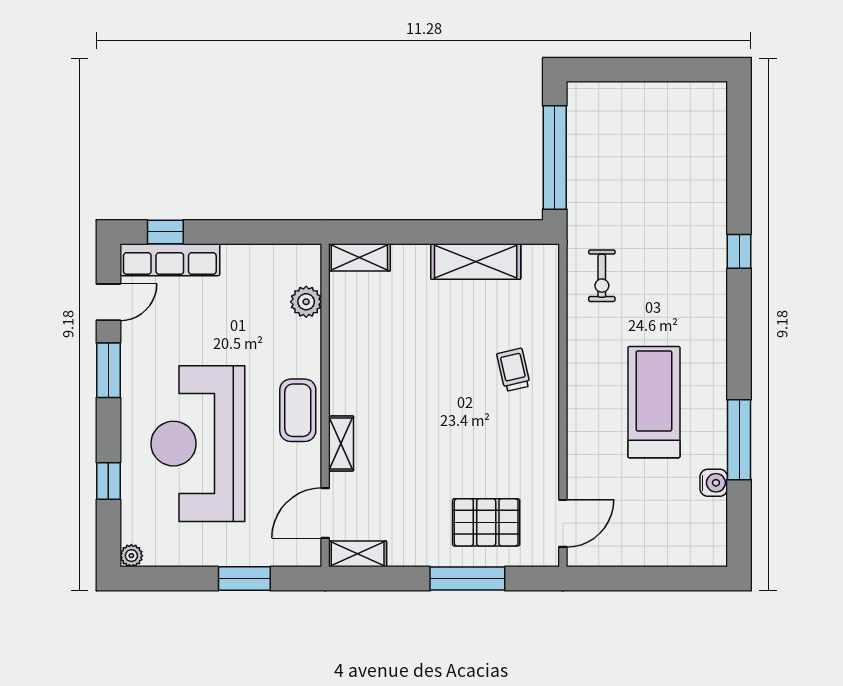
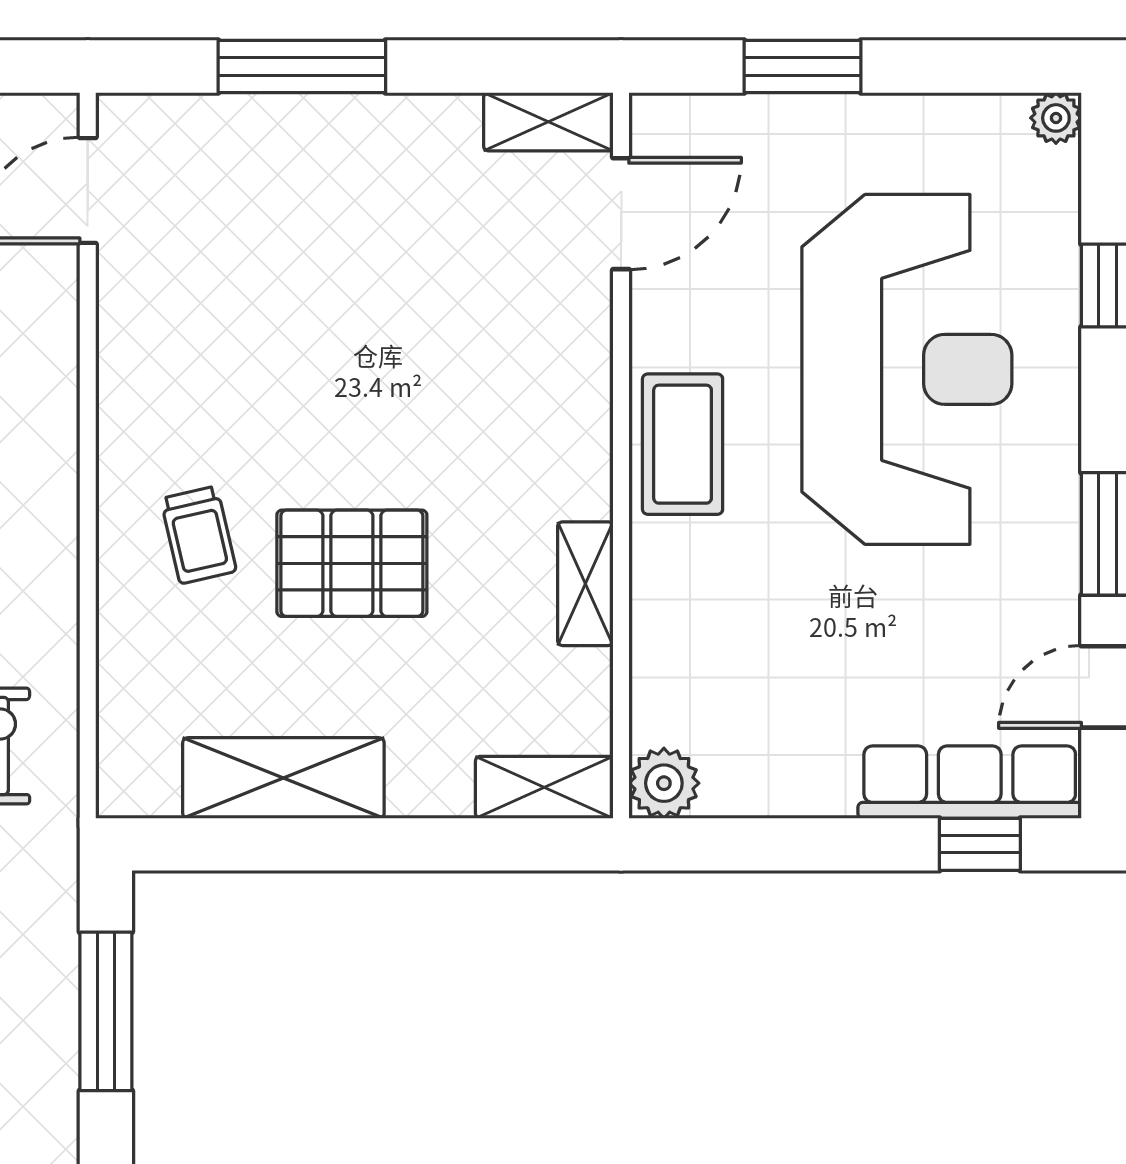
window: (555, 157) -> (106, 1011), width x0.68
plant: (306, 302) -> (664, 783), moved
shelving: (341, 443) -> (585, 584), moved
pallet: (486, 522) -> (352, 563), moved

